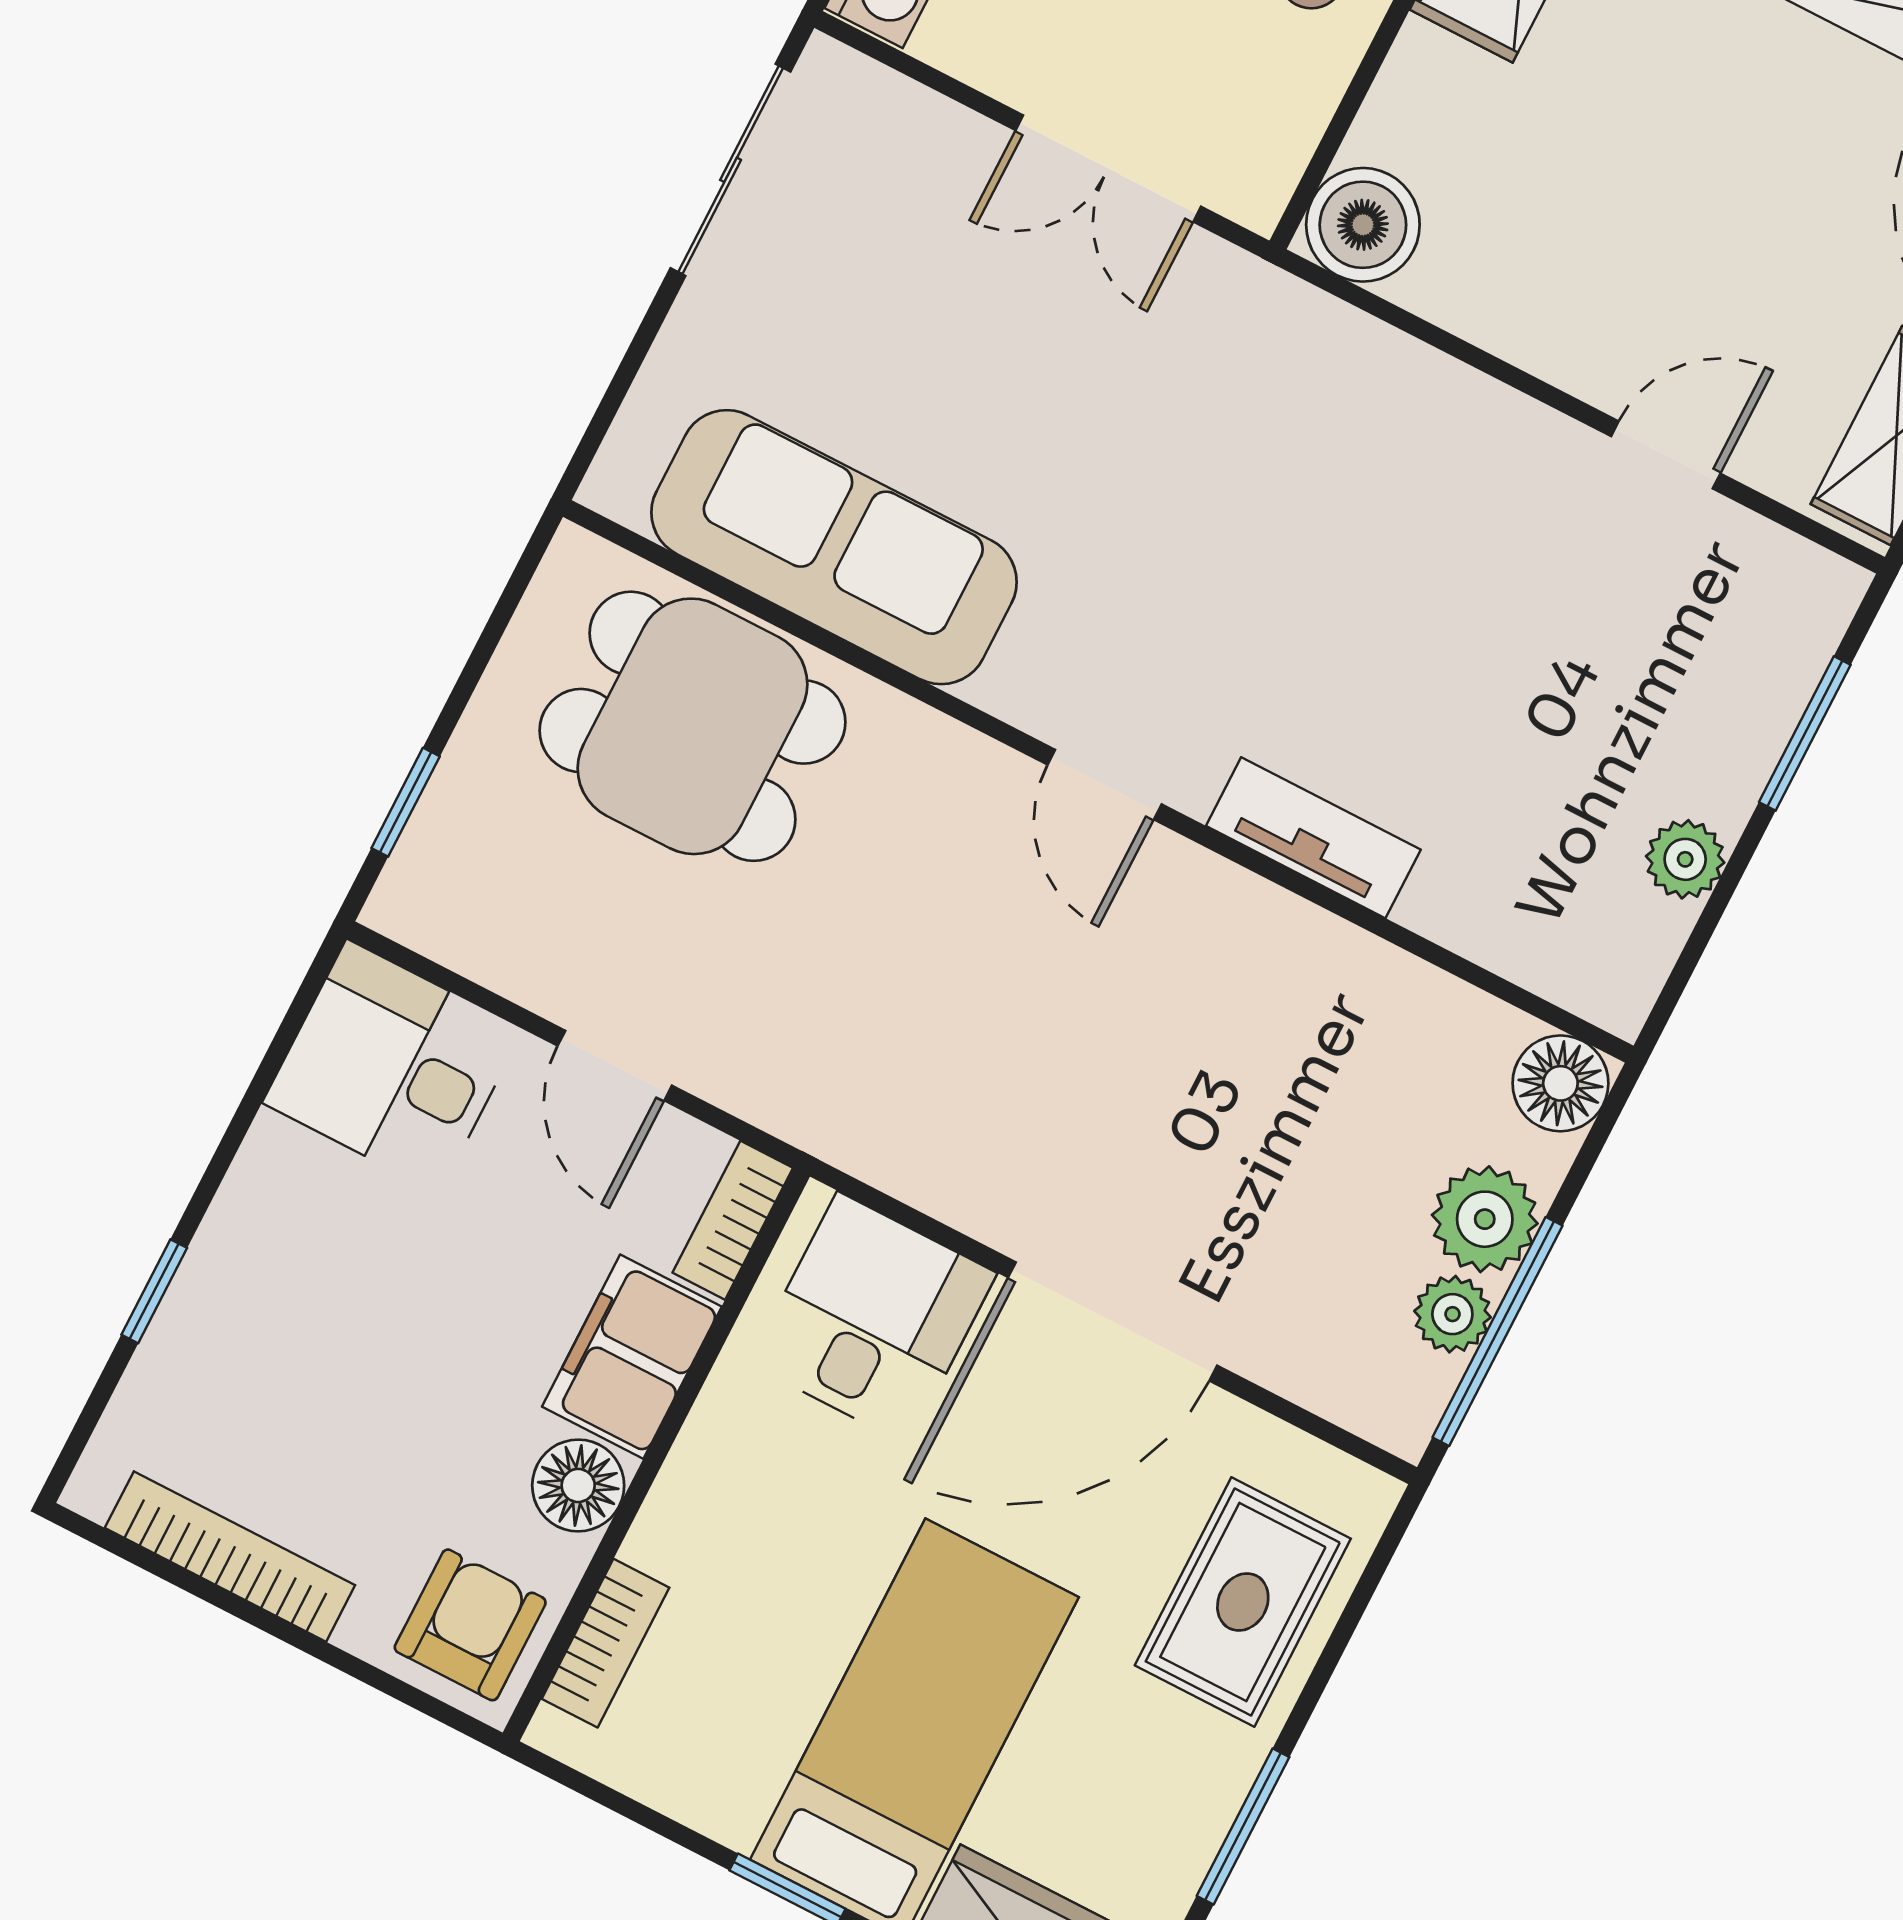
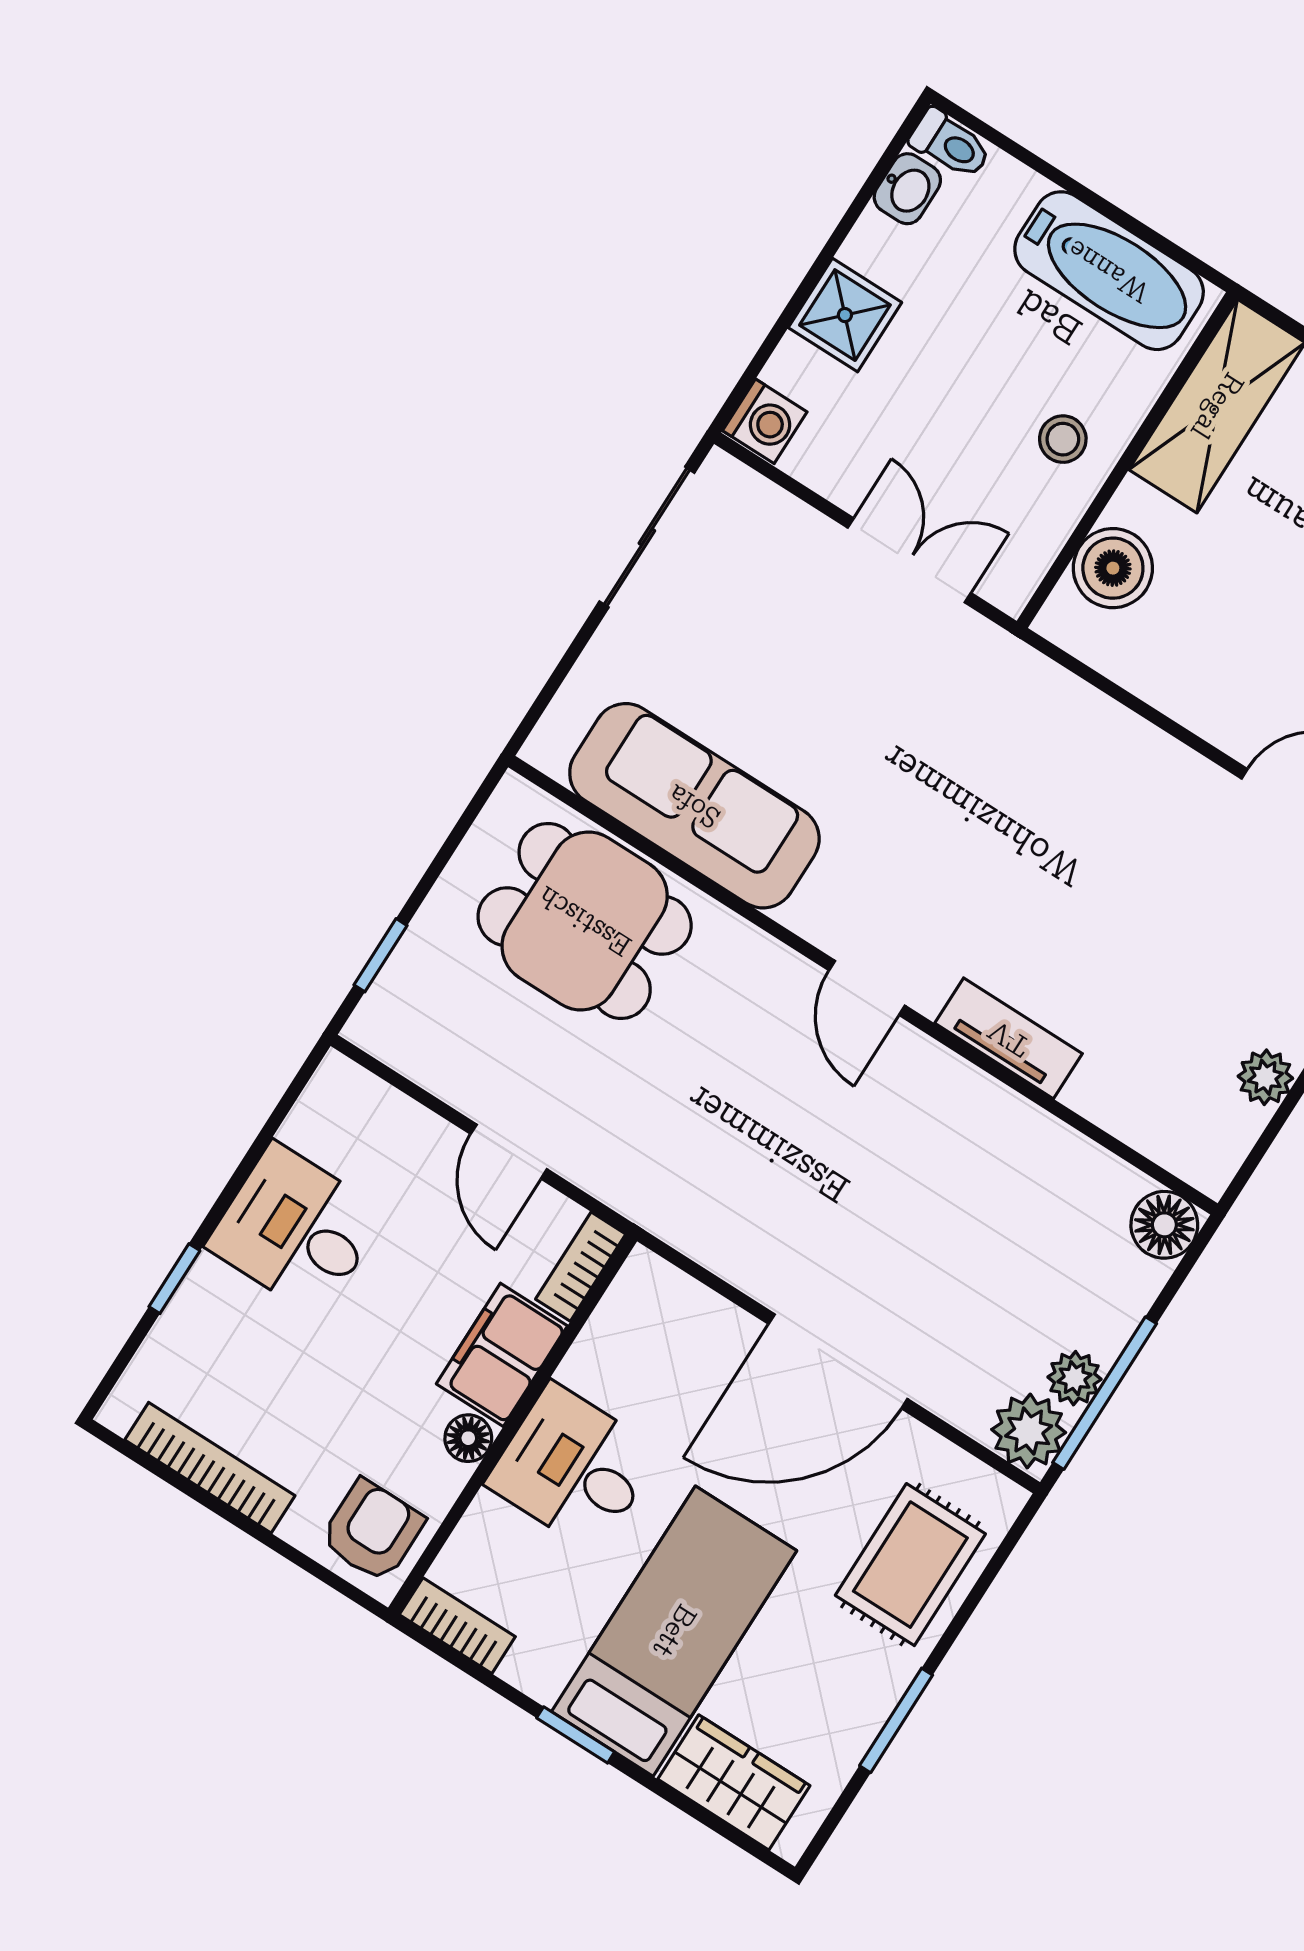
double door: (1108, 168) -> (909, 560), swing flipped
boiler: (1363, 225) -> (1113, 568), moved
desk: (393, 1066) -> (296, 1230), moved
plant: (1485, 1219) -> (1029, 1431), moved
desk: (873, 1318) -> (573, 1468), moved, turned -90
floor lamp: (578, 1485) -> (468, 1438), width x0.73, depth x0.73
bookcase: (606, 1643) -> (457, 1626), moved, turned -90

